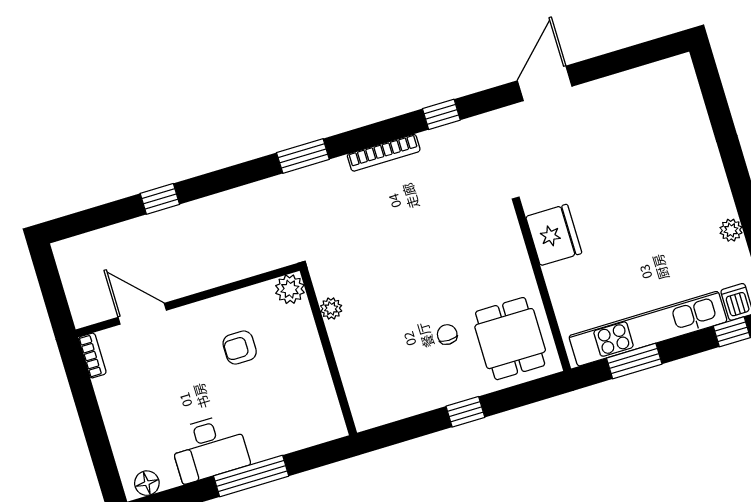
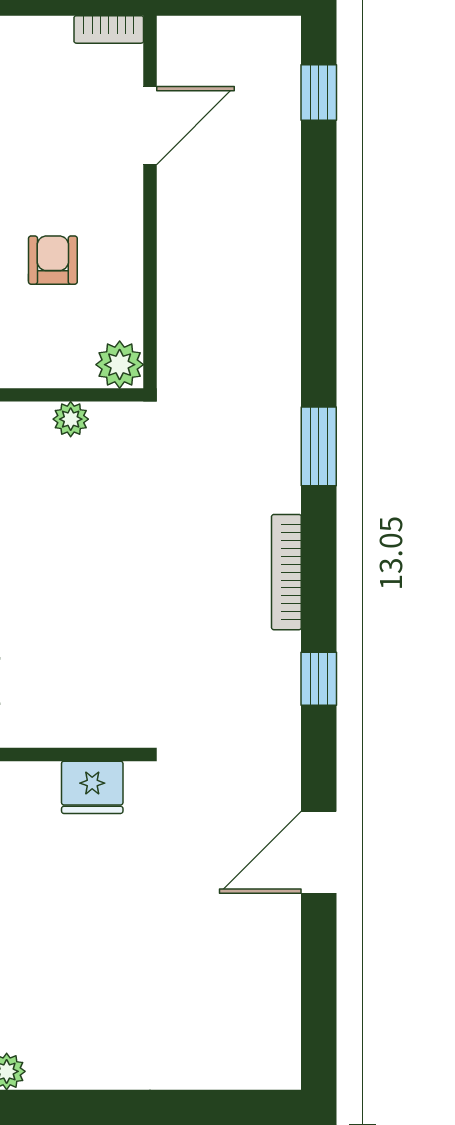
door: (545, 83) -> (319, 852), swing flipped
window: (160, 199) -> (319, 93), moved
fridge: (554, 235) -> (92, 787), width x0.73, depth x0.75

